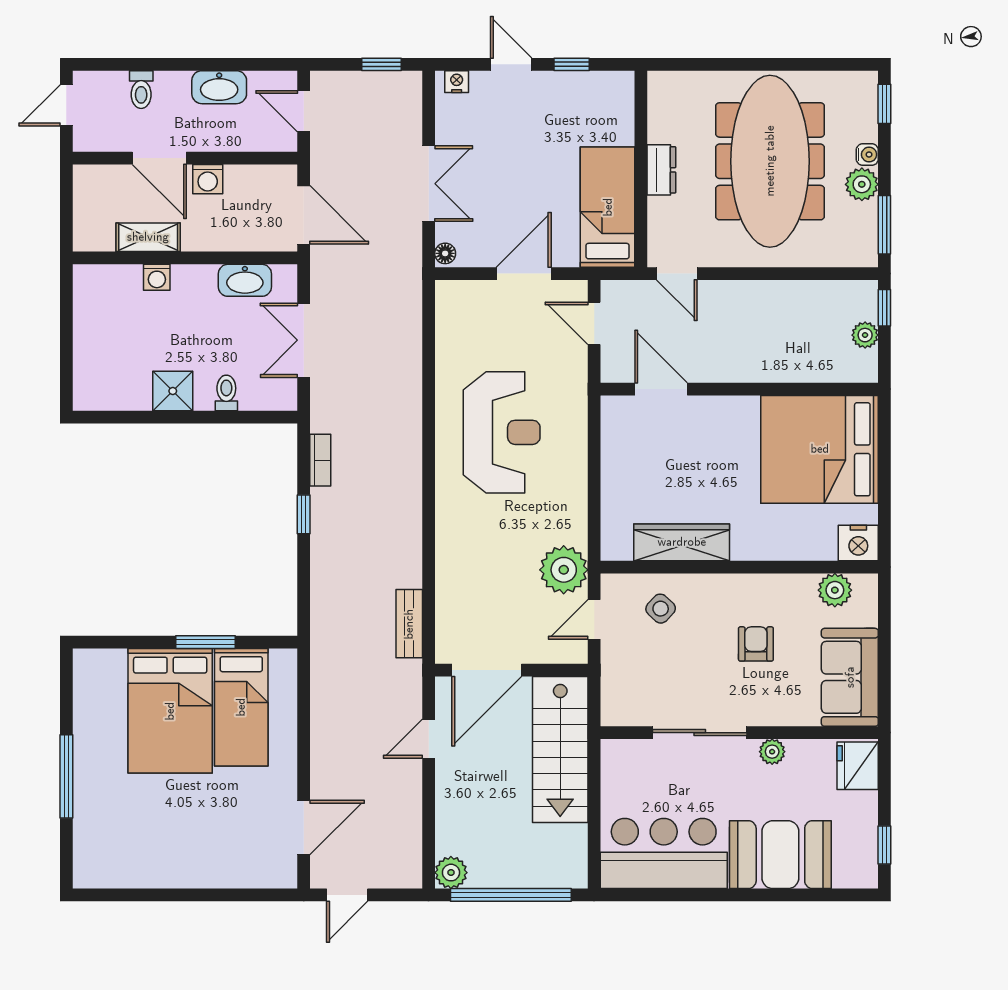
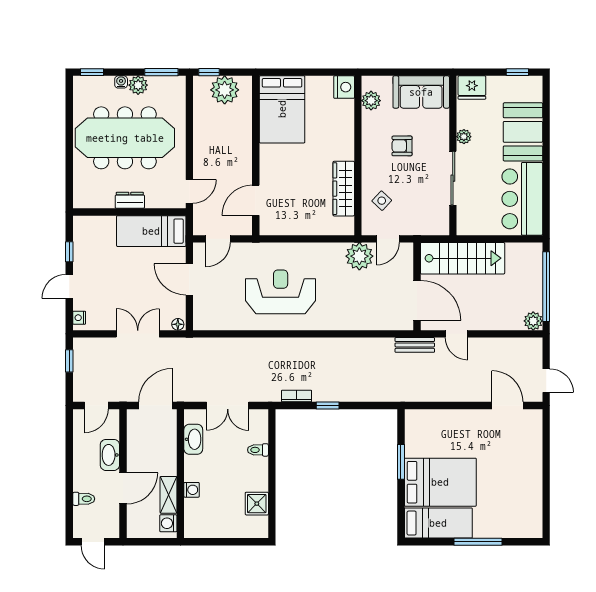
washbasin: (219, 87) -> (110, 455), moved, turned 180
washing machine: (208, 179) -> (168, 523), moved, turned 180
plant: (865, 335) -> (225, 90), width x1.87, depth x1.87
shower: (173, 391) -> (257, 504), moved
bed: (820, 449) -> (282, 109), width x0.73
door: (594, 619) -> (388, 239), hinge flipped
bench: (409, 624) -> (415, 345), moved
bed: (241, 707) -> (438, 523), moved

